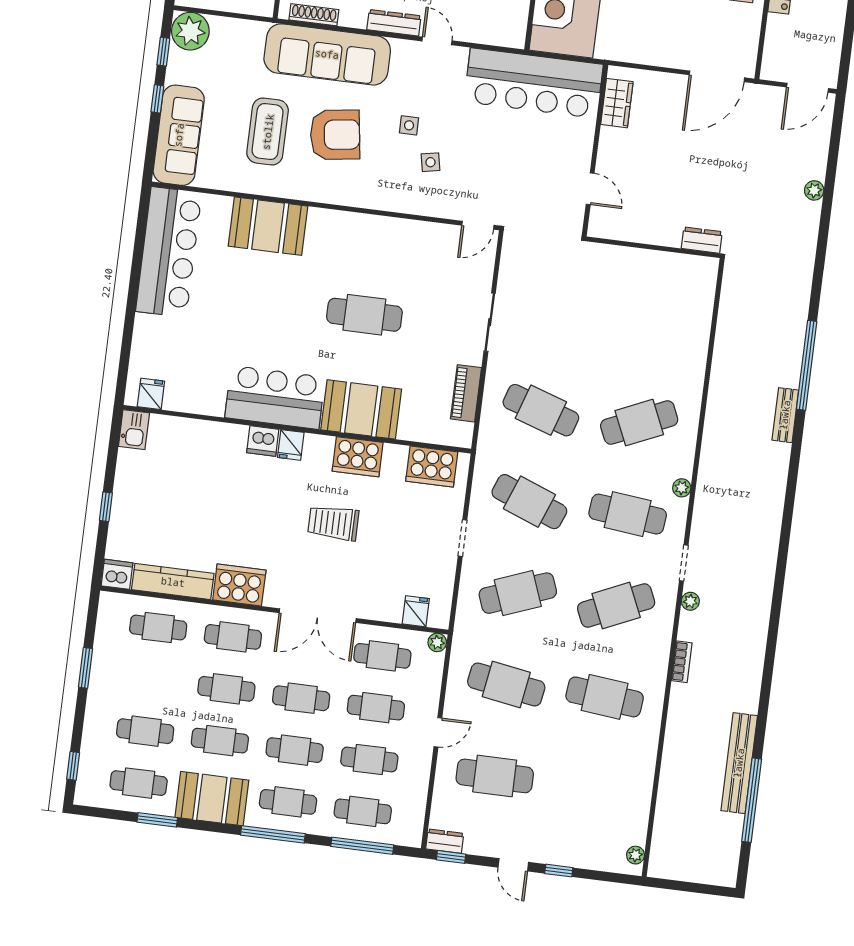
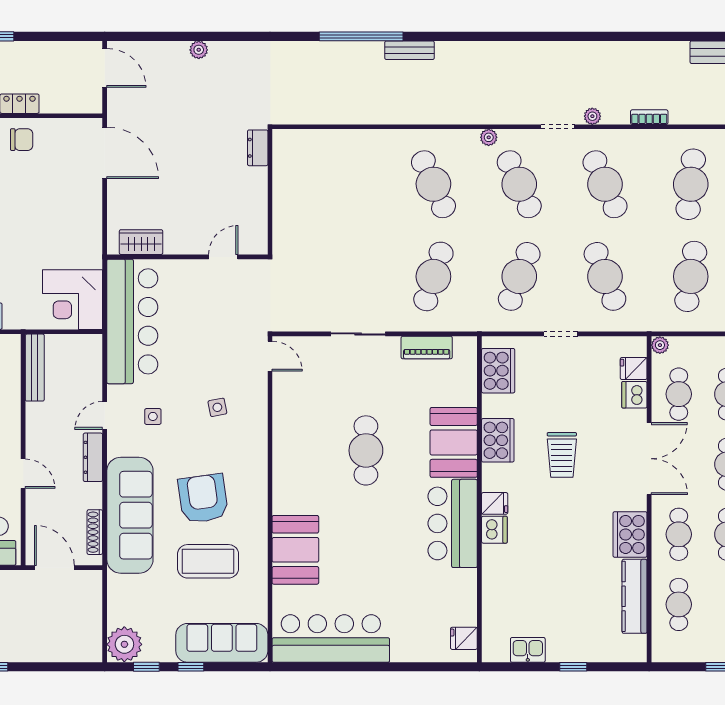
side table: (409, 125) -> (153, 416), moved
kitchen sink: (134, 430) -> (528, 650), moved
cafe table: (628, 514) -> (519, 184), turned -30
dishwasher: (117, 574) -> (634, 395), moved

